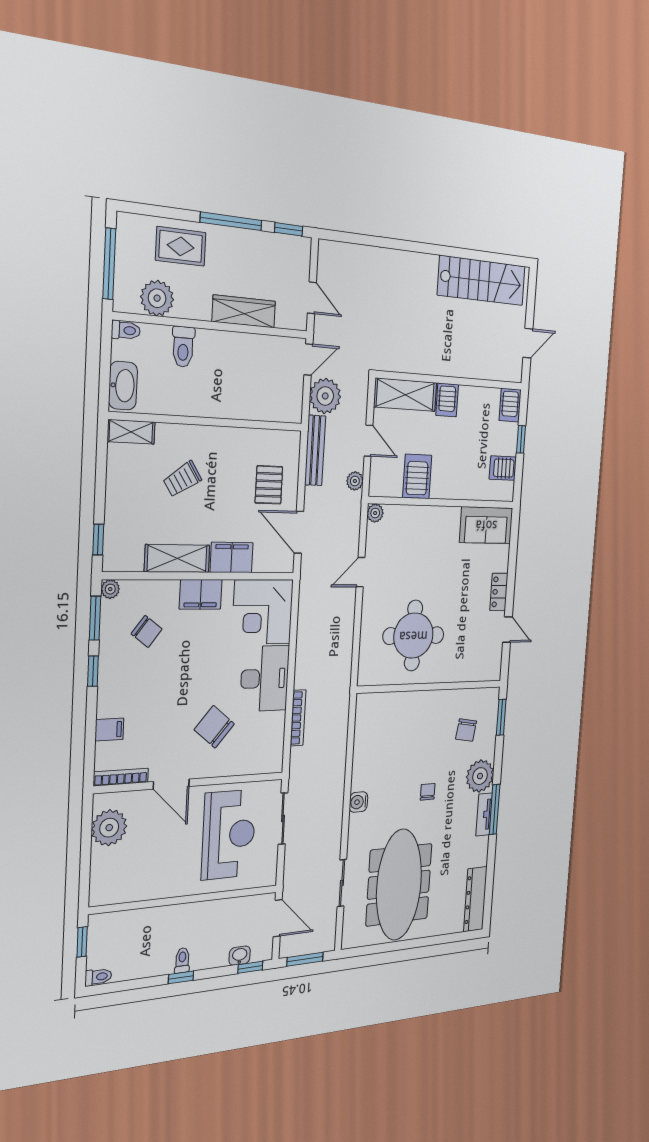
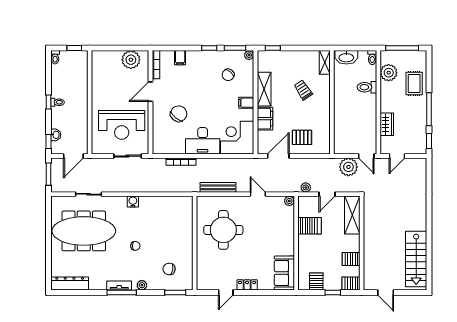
wardrobe: (244, 311) -> (387, 124), width x0.67
server rack: (447, 400) -> (351, 259), moved
bench: (315, 450) -> (218, 187), moved
filing cabinet: (201, 594) -> (246, 103), width x0.50
plant: (480, 776) -> (142, 285), width x0.53, depth x0.53

